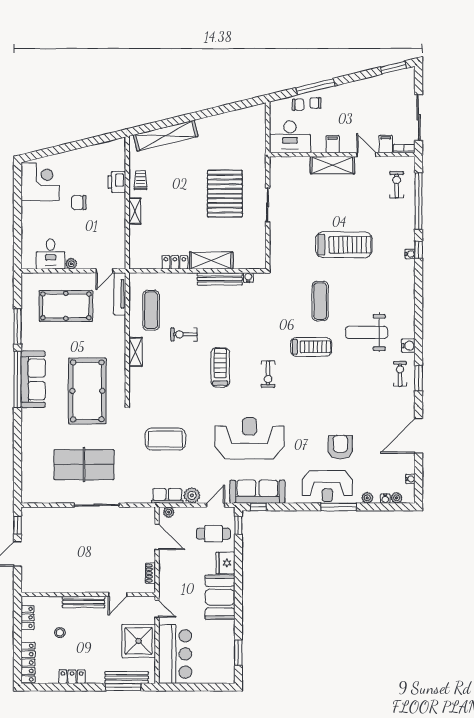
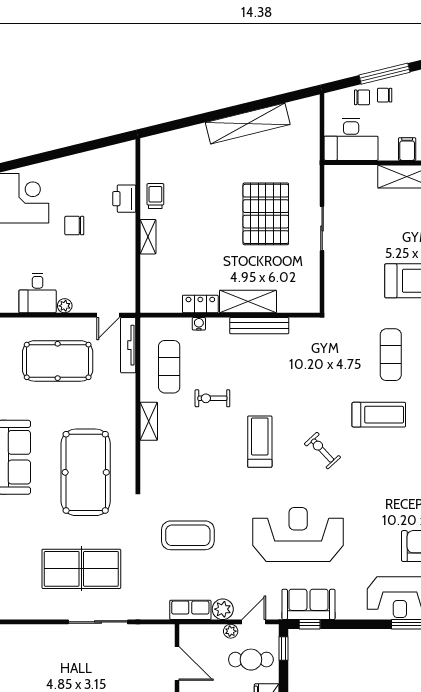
shelving: (166, 136) -> (248, 123), moved
water cooler: (248, 278) -> (199, 324), moved
exercise bike: (268, 374) -> (322, 450), turned 137
sofa: (257, 492) -> (308, 604), width x0.73
plant: (169, 512) -> (231, 631), moved

